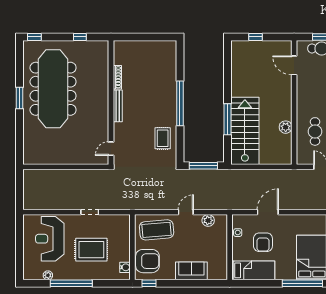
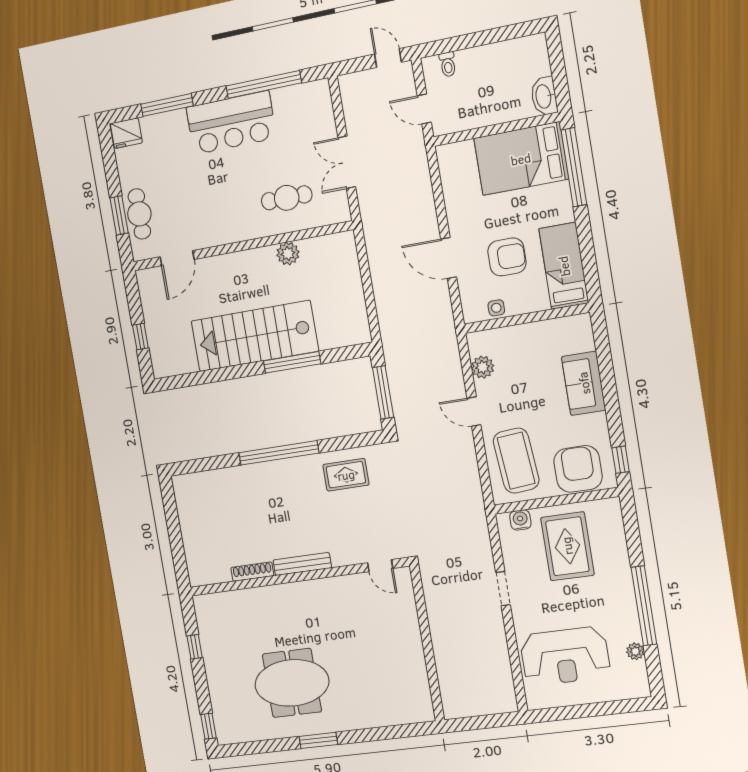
meeting table: (53, 89) -> (292, 683), width x0.54, depth x0.79
stairs: (245, 131) -> (255, 336), moved
rug: (91, 250) -> (567, 546), moved
water cooler: (125, 267) -> (520, 520), moved

